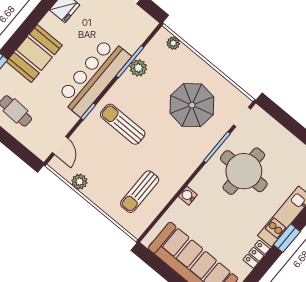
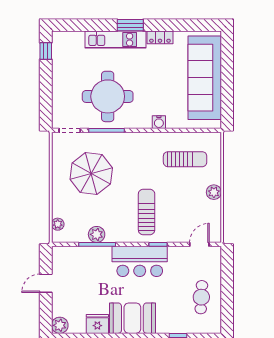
booth: (34, 53) -> (132, 318), moved
bar counter: (94, 77) -> (140, 261), width x0.73
sun lounger: (123, 124) -> (147, 212), turned 180
plant: (79, 182) -> (214, 192), moved

